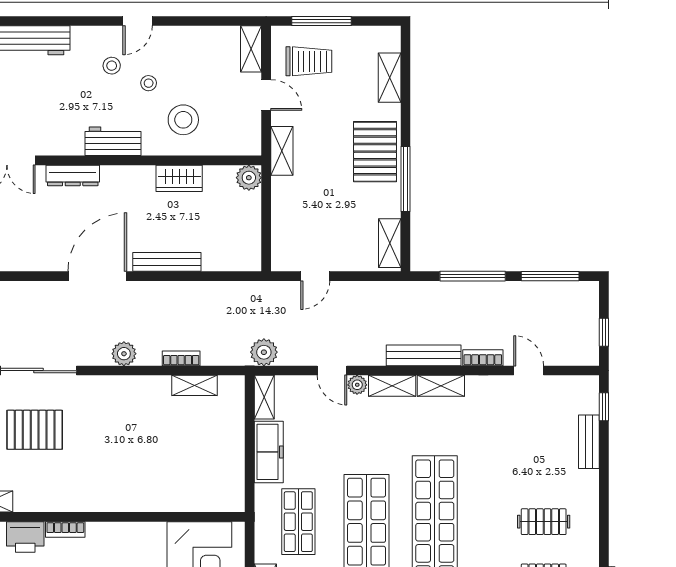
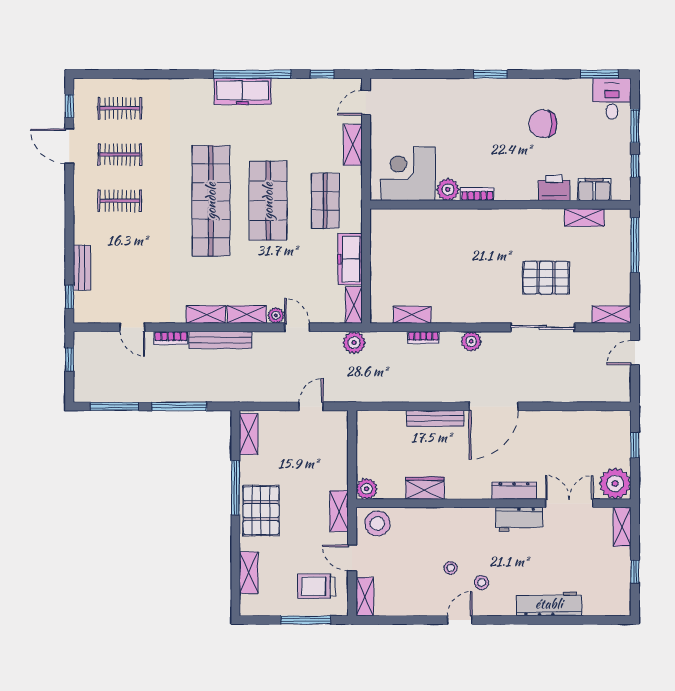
stool: (183, 120) -> (377, 523), moved
workbench: (113, 141) -> (519, 519), moved
bookcase: (65, 529) -> (477, 194), moved
plant: (152, 535) -> (448, 190), added

